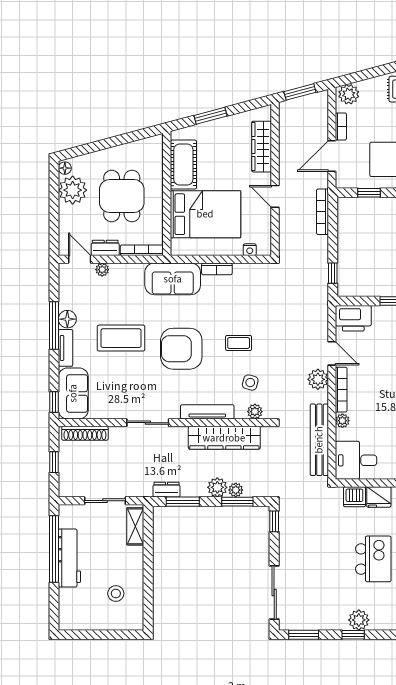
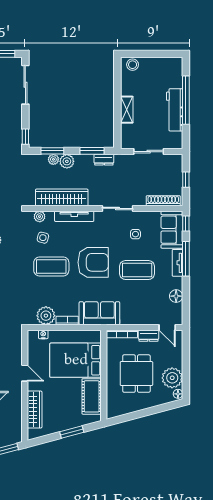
plant: (102, 270) -> (46, 316), moved, width x1.87, depth x1.87
floor lamp: (67, 319) -> (176, 296), moved
window: (54, 325) -> (186, 259), moved
coffee table: (239, 343) -> (51, 266), width x1.86, depth x1.72
side table: (123, 387) -> (135, 234), added
shelving: (135, 526) -> (127, 110), moved
window: (54, 549) -> (186, 100), moved
stool: (116, 593) -> (133, 65), moved

